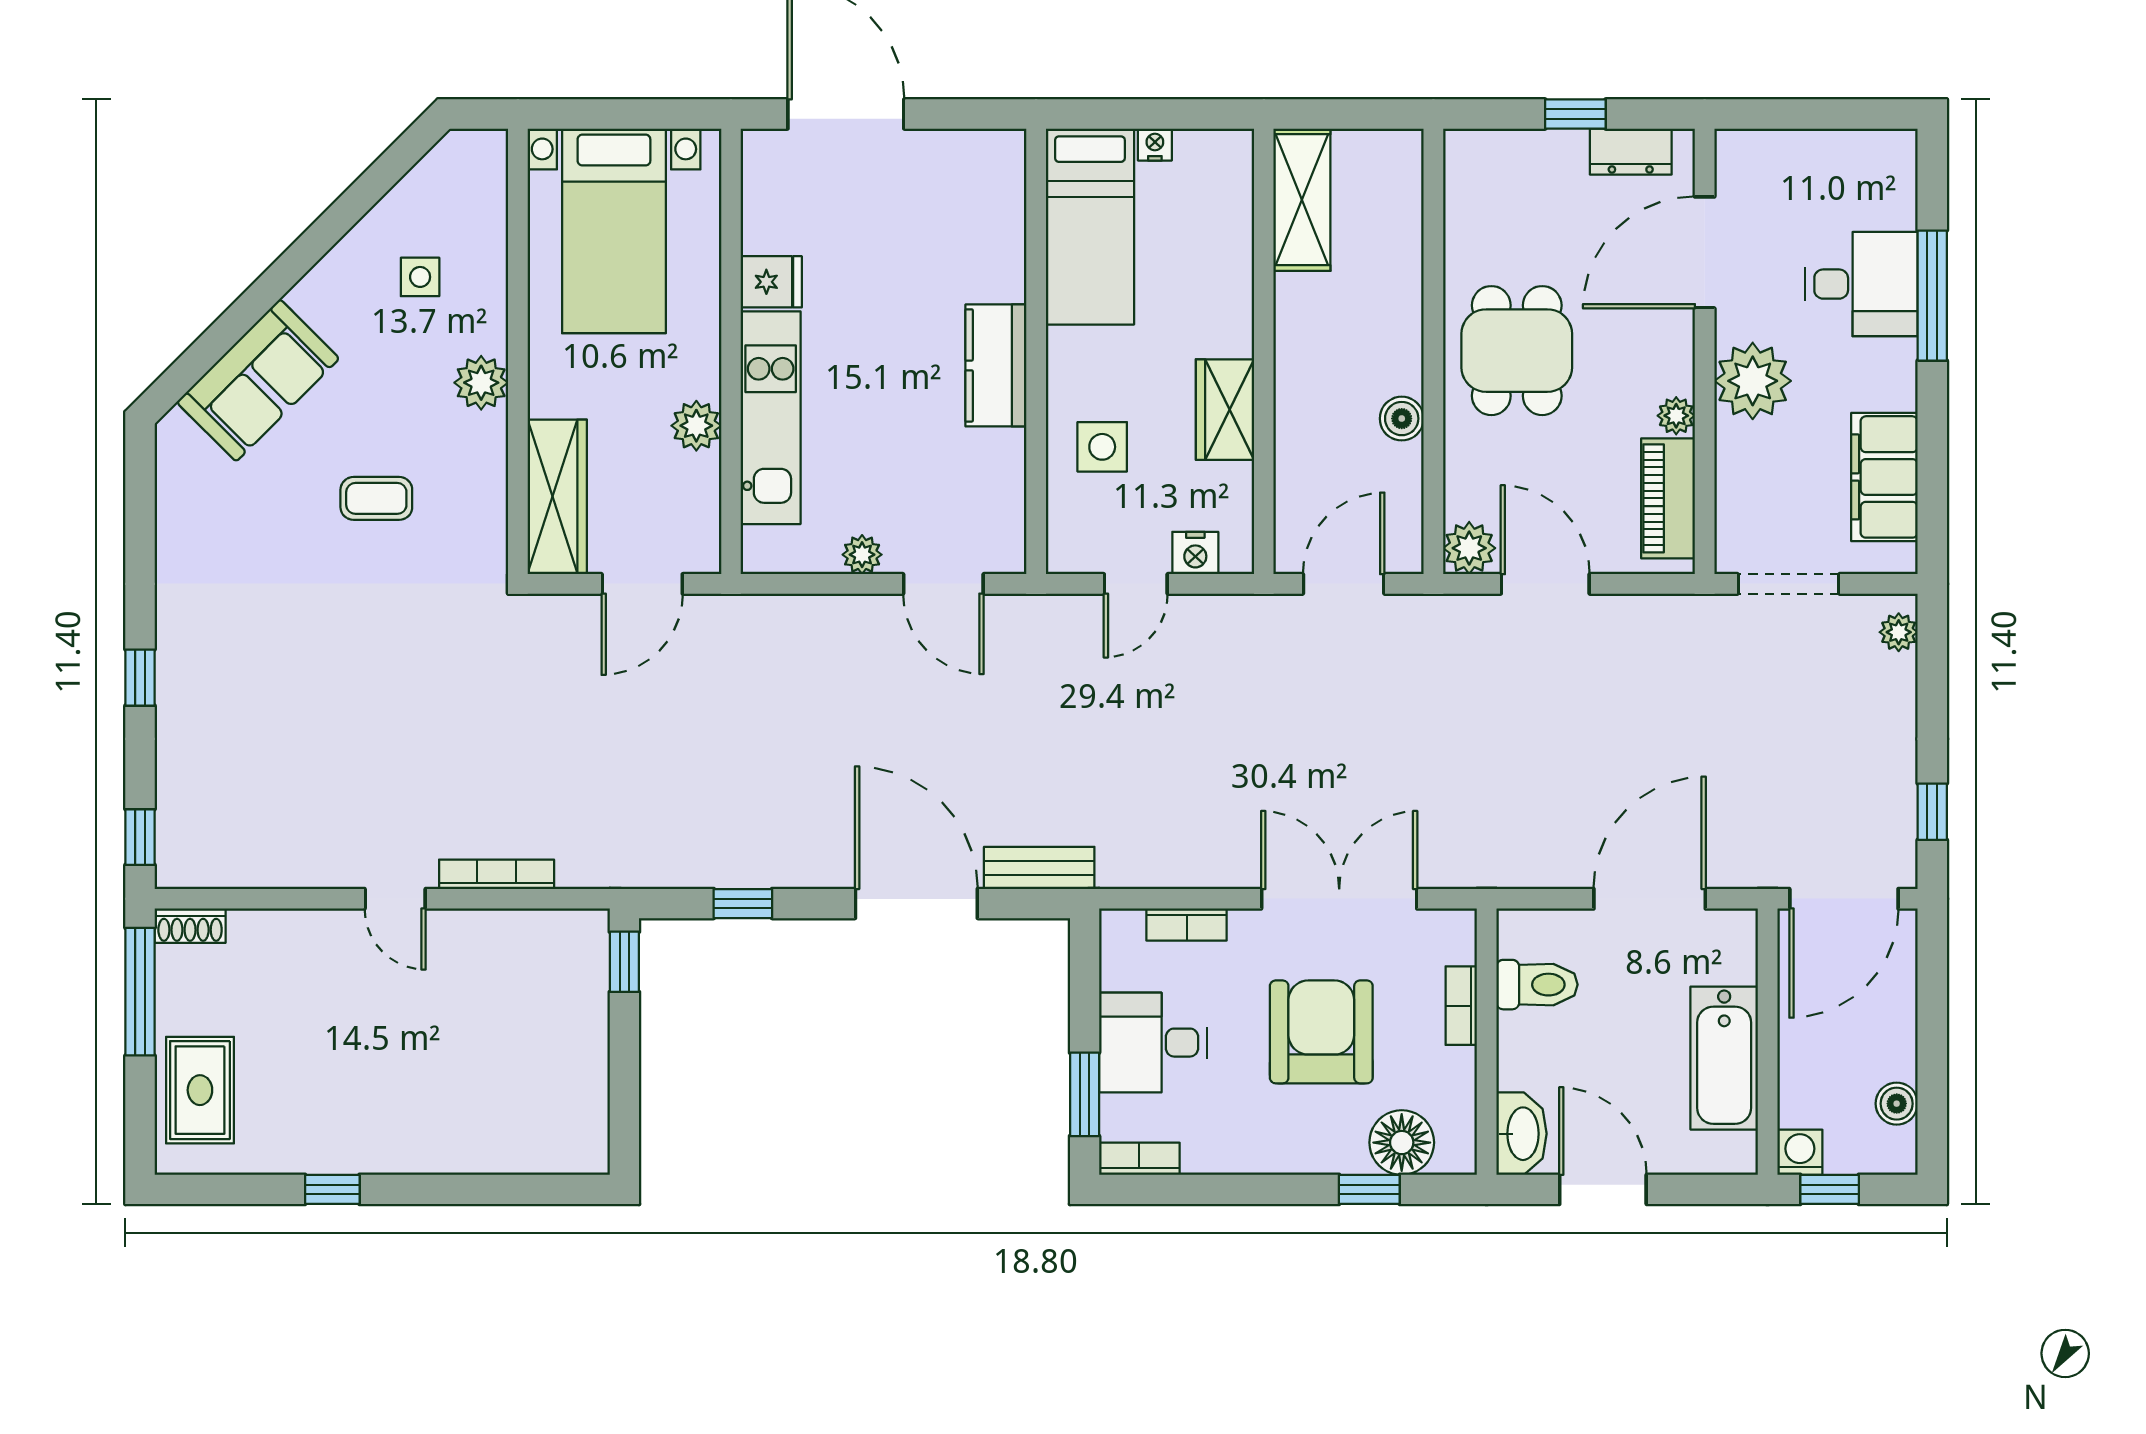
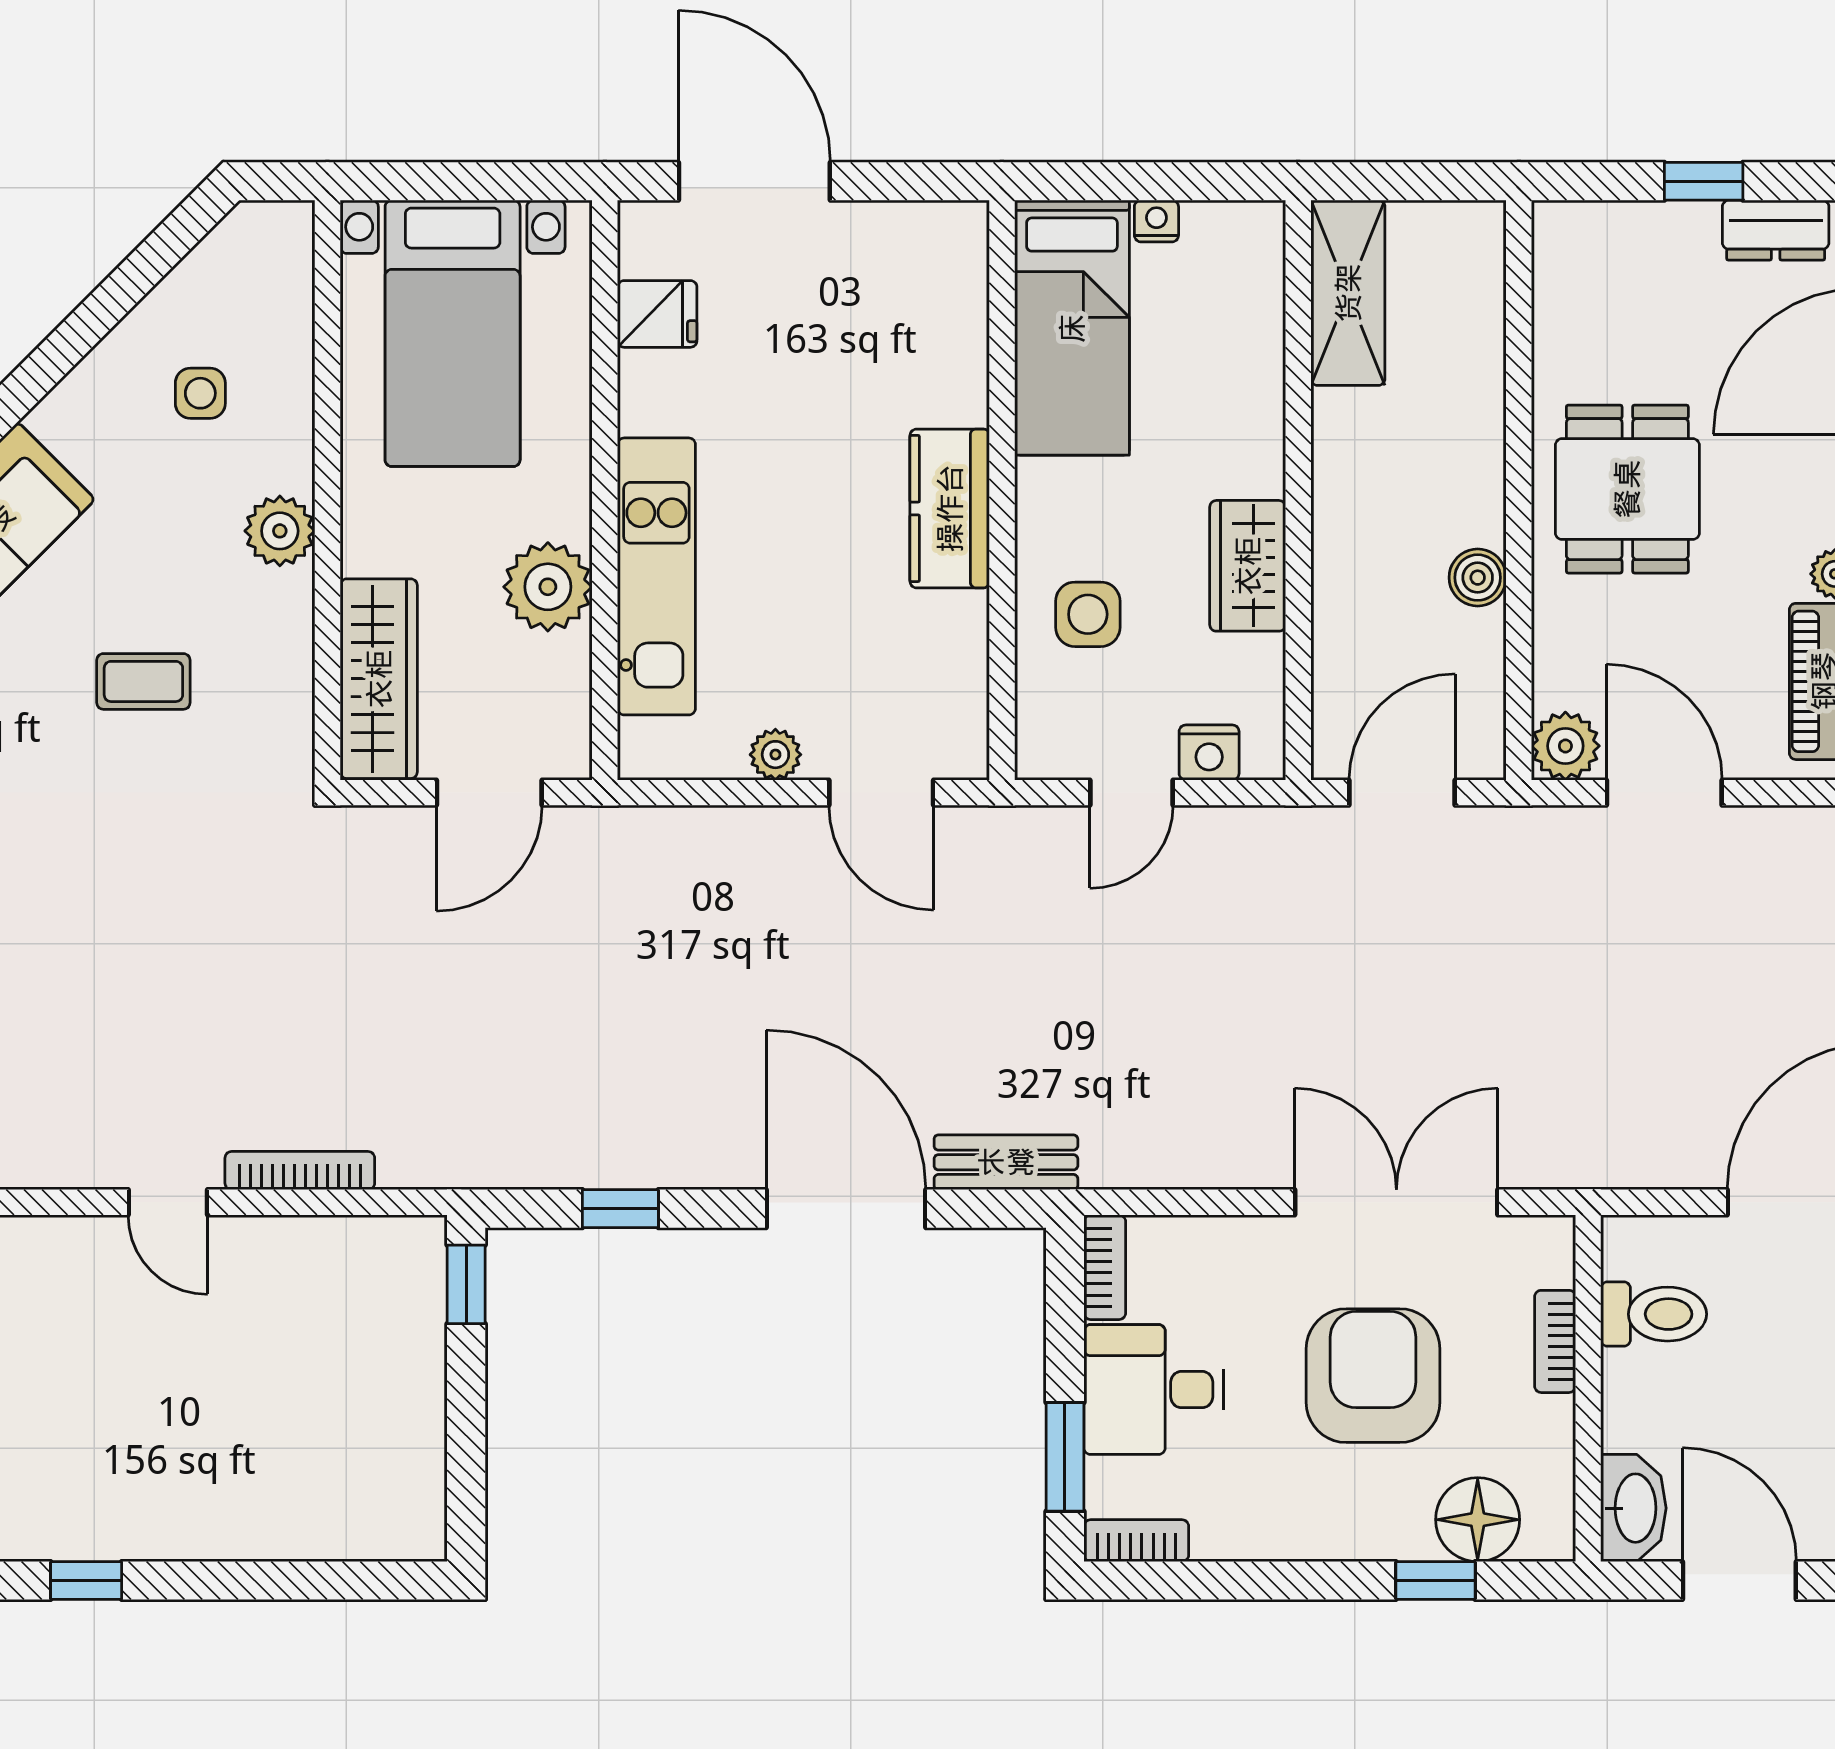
fridge: (771, 282) -> (657, 314), moved
plant: (696, 426) -> (548, 587), width x1.36, depth x1.36
bookcase: (1187, 924) -> (1105, 1267), moved, turned -90

